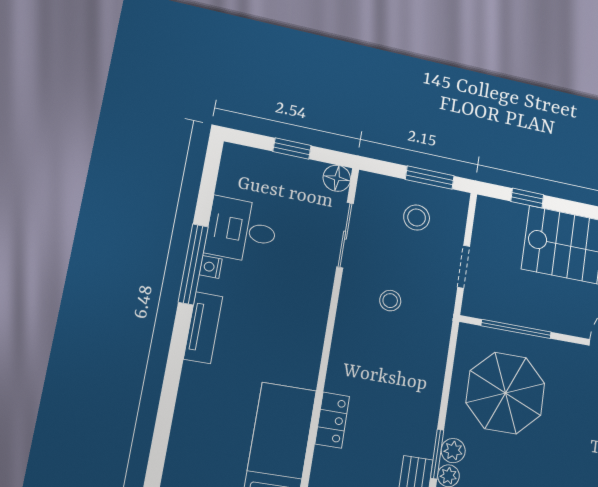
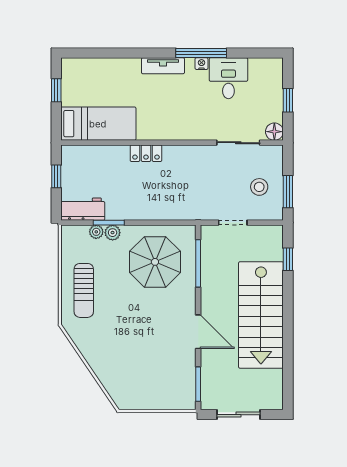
stool: (390, 301) -> (201, 178), removed
locker: (332, 420) -> (146, 153), moved

